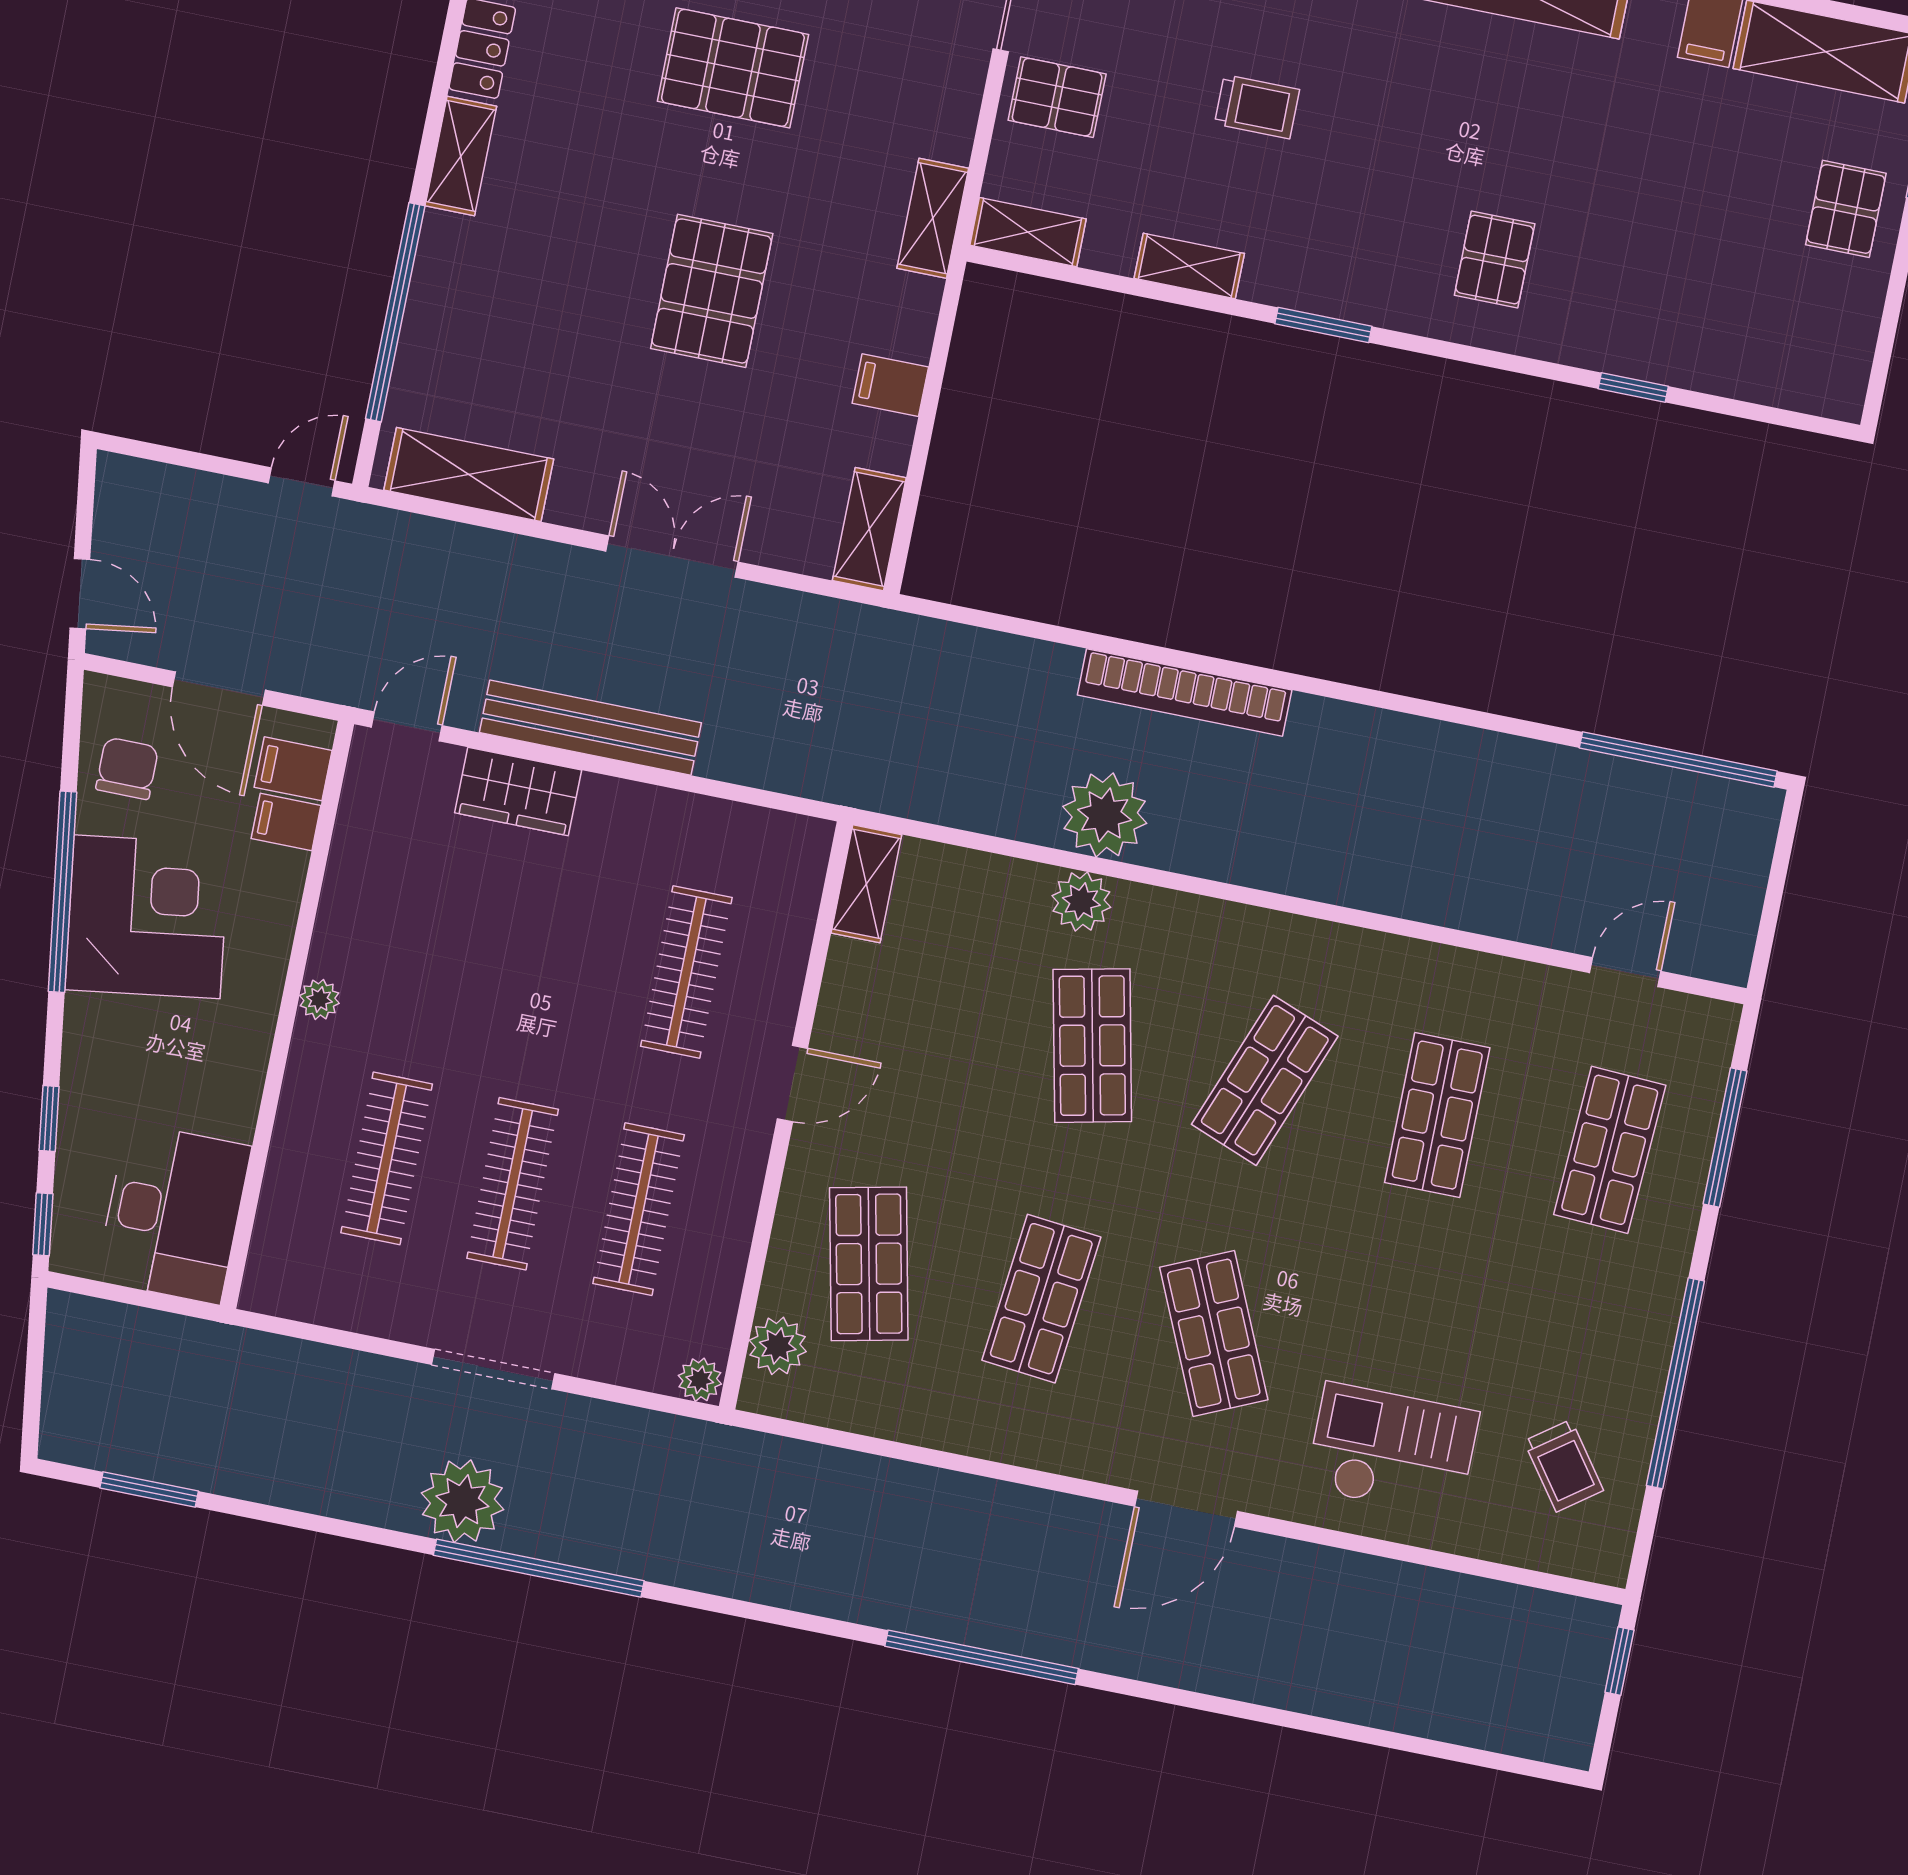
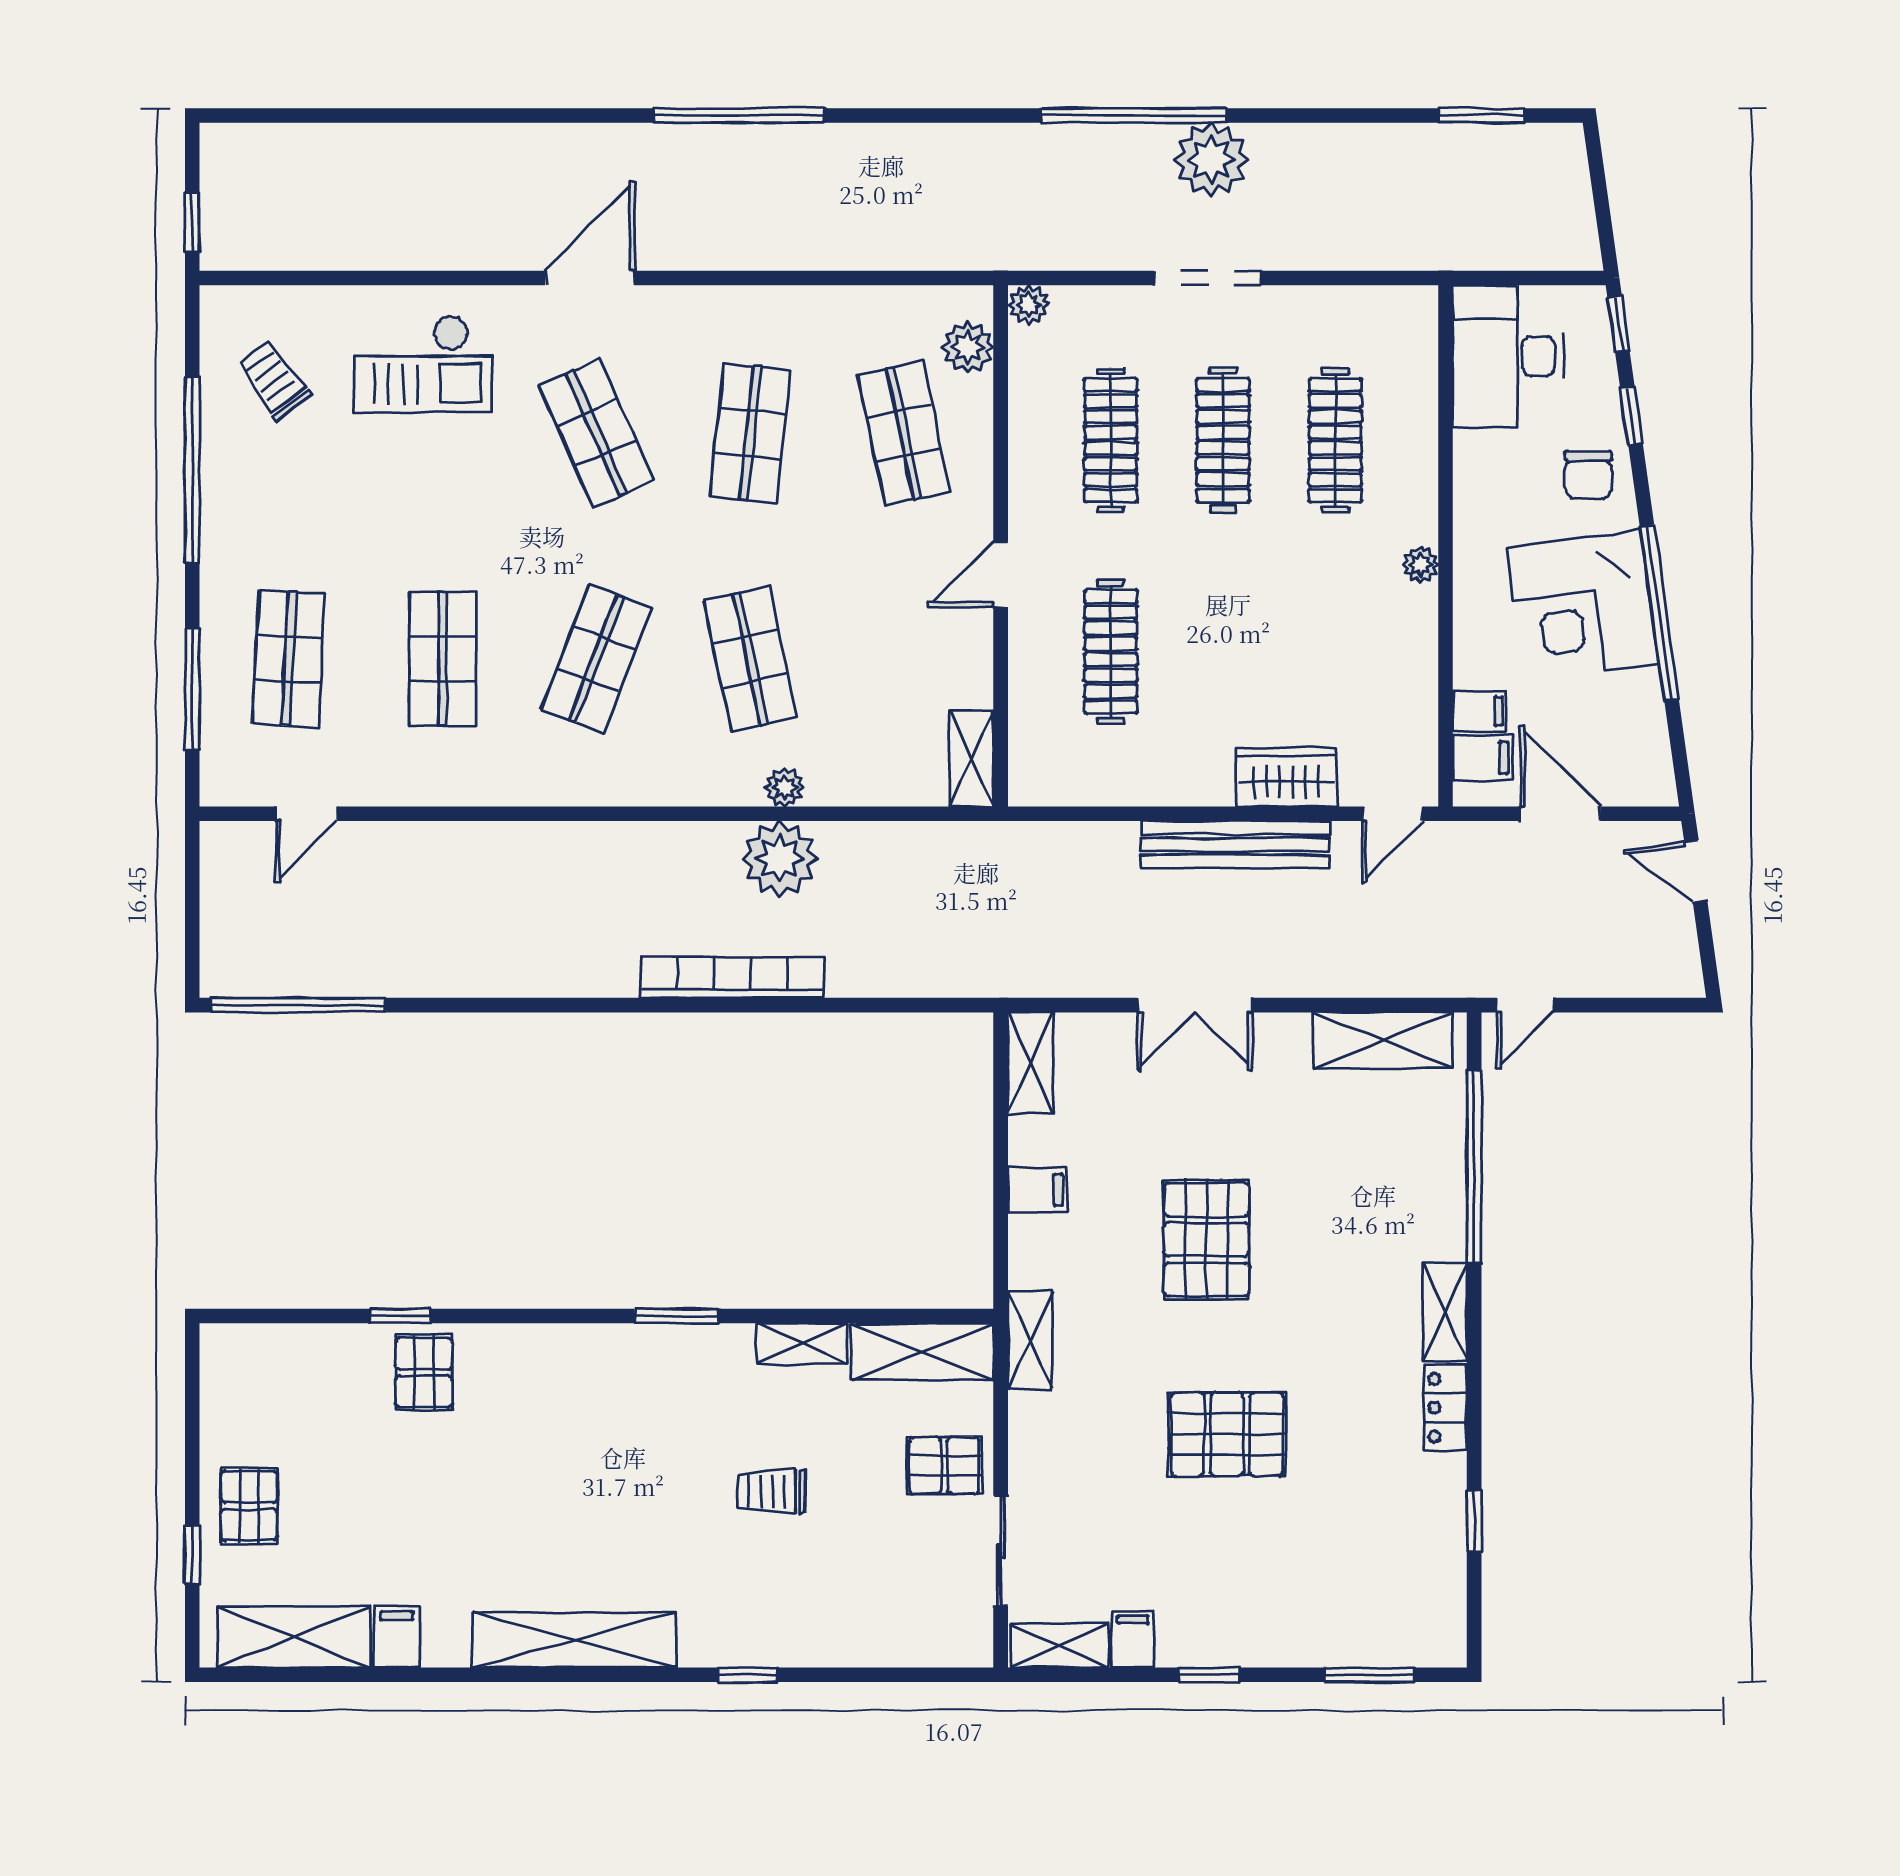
shelving: (1028, 232) -> (922, 1352), width x1.50, depth x1.33
pallet: (1495, 259) -> (424, 1372), moved
chair: (127, 768) -> (1588, 475), moved
plant: (1081, 902) -> (784, 787), width x0.73, depth x0.73

